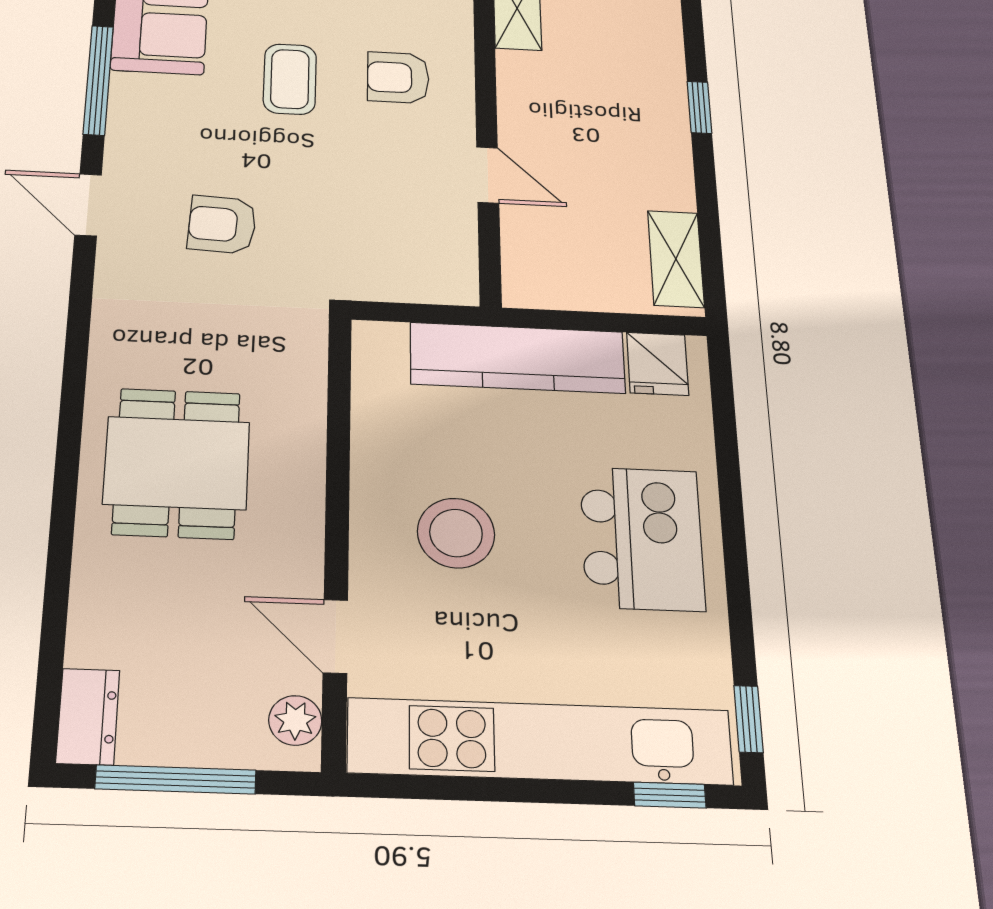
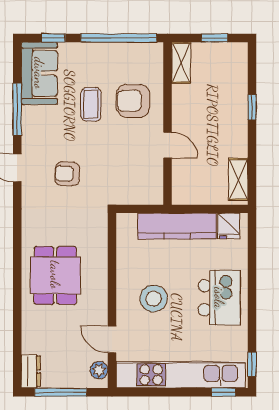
armchair: (398, 78) -> (133, 101), width x1.38, depth x1.38

